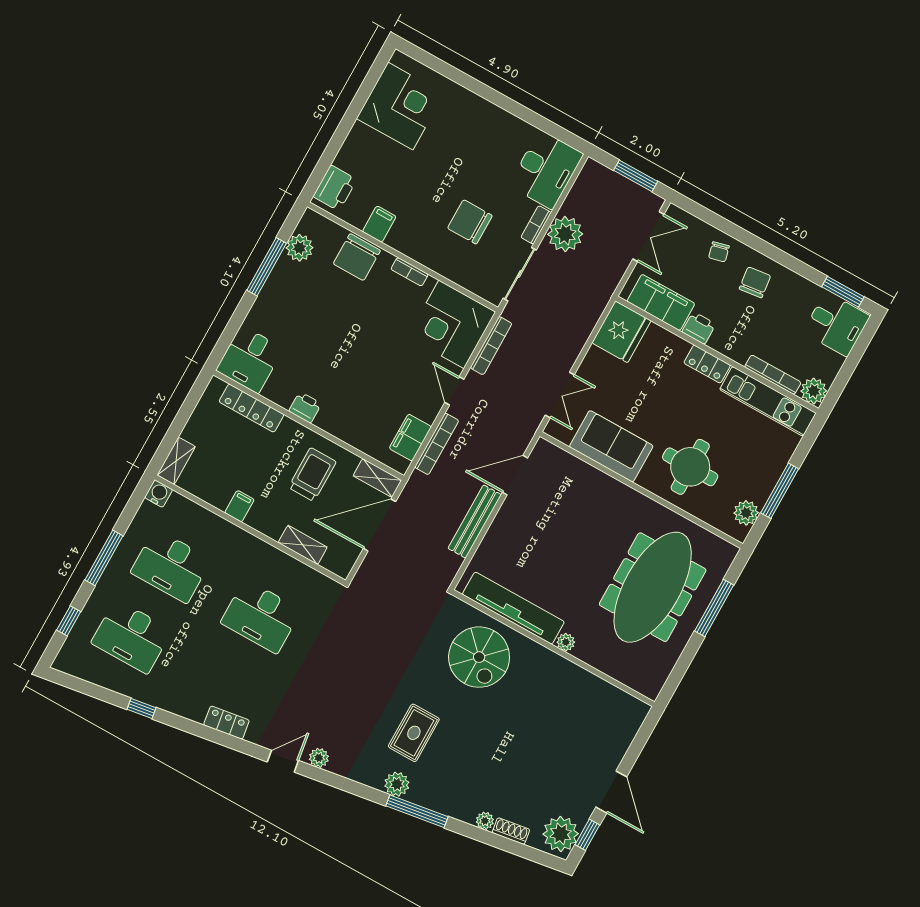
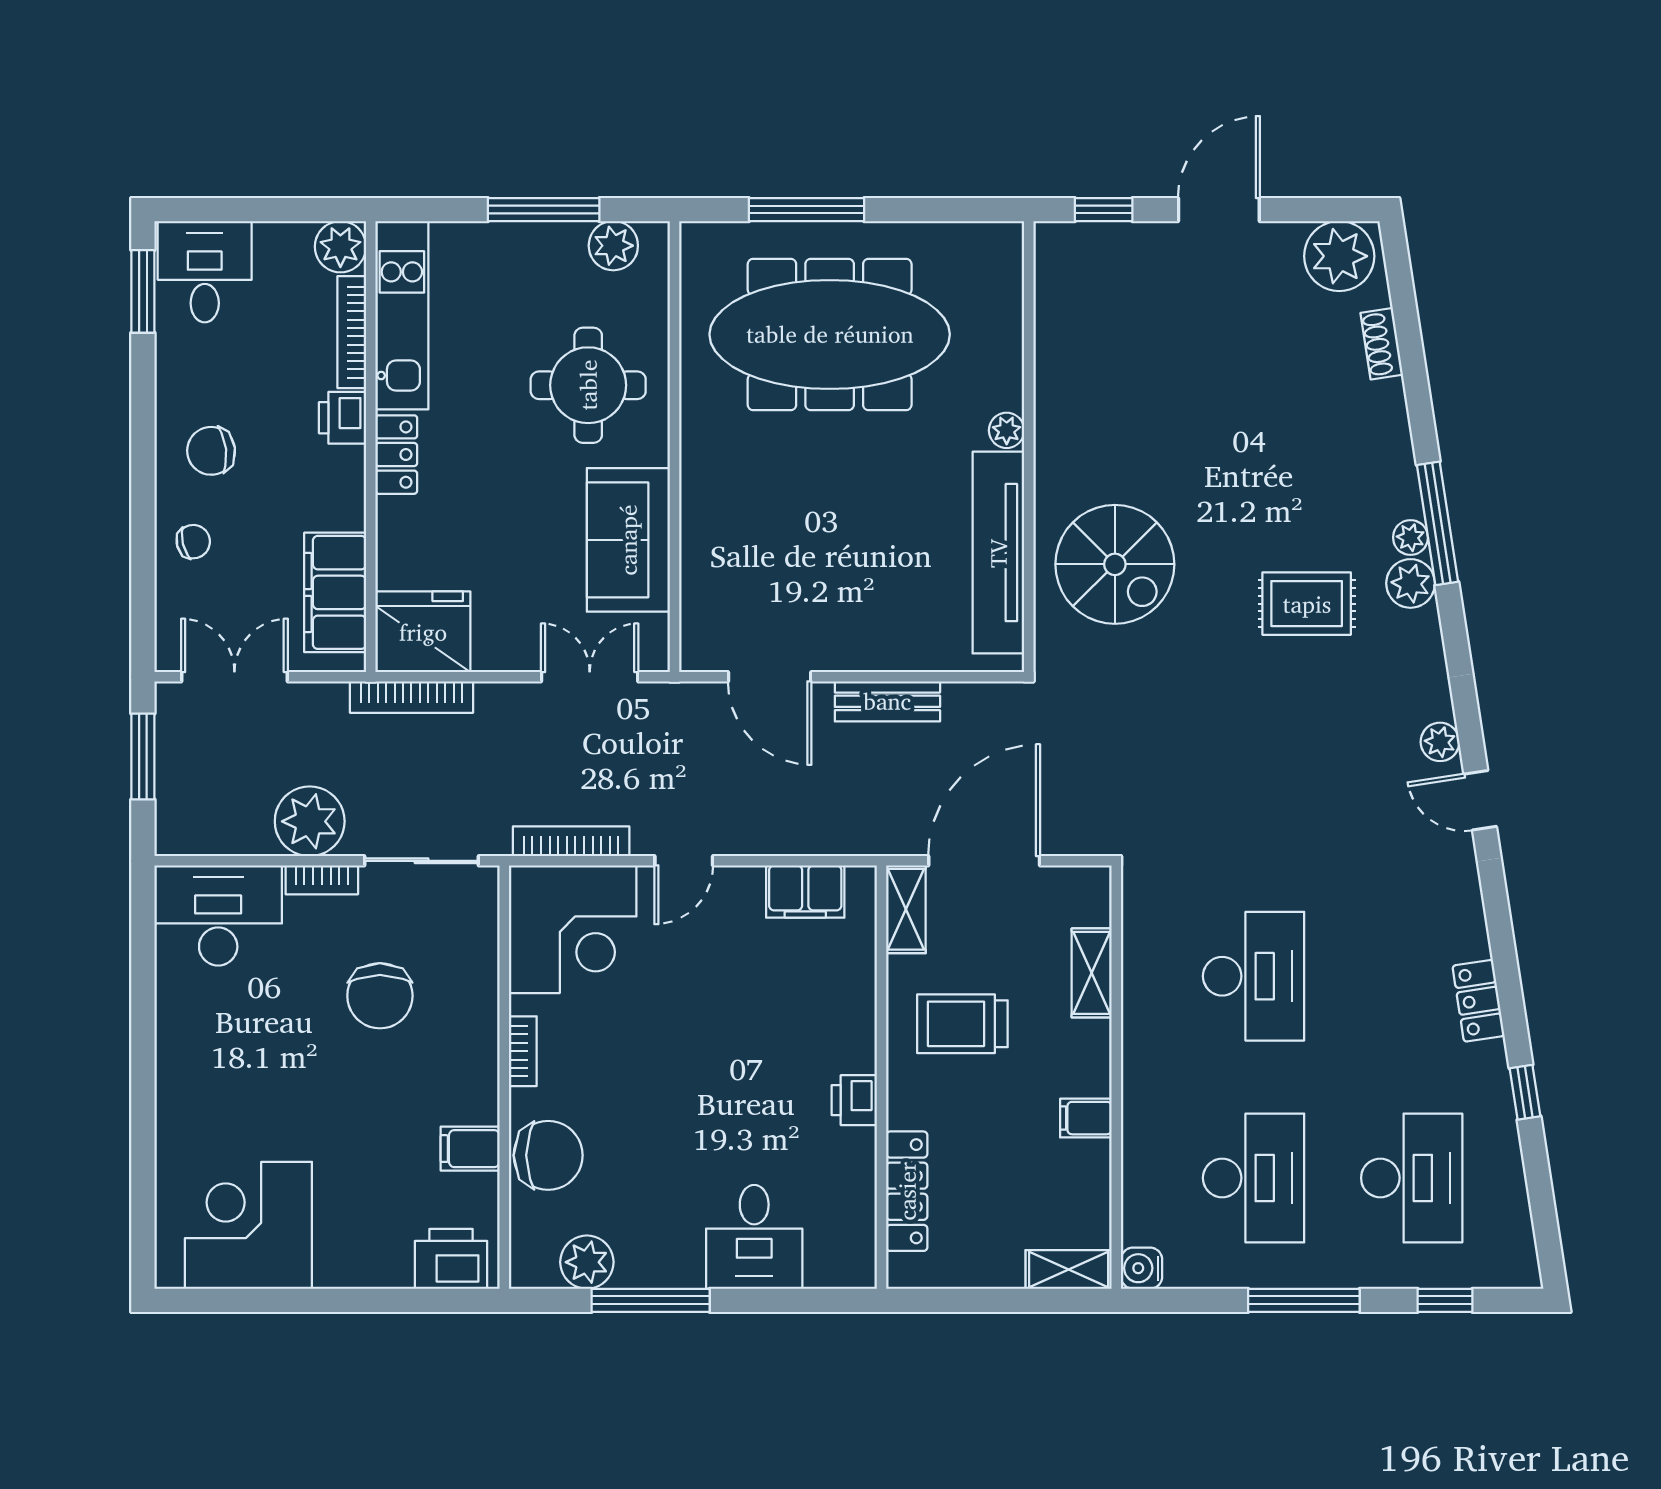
printer: (699, 328) -> (343, 418), moved
desk: (250, 359) -> (754, 1237), moved, turned 90
bookcase: (437, 444) -> (411, 697), moved, turned 180
bench: (475, 522) -> (887, 701), width x0.73
door: (380, 525) -> (984, 861), swing flipped
spiral stairs: (479, 657) -> (1115, 564), turned 90
locker: (226, 723) -> (1478, 1001), moved
plant: (485, 821) -> (1410, 538), moved
window: (587, 835) -> (1104, 210), moved

